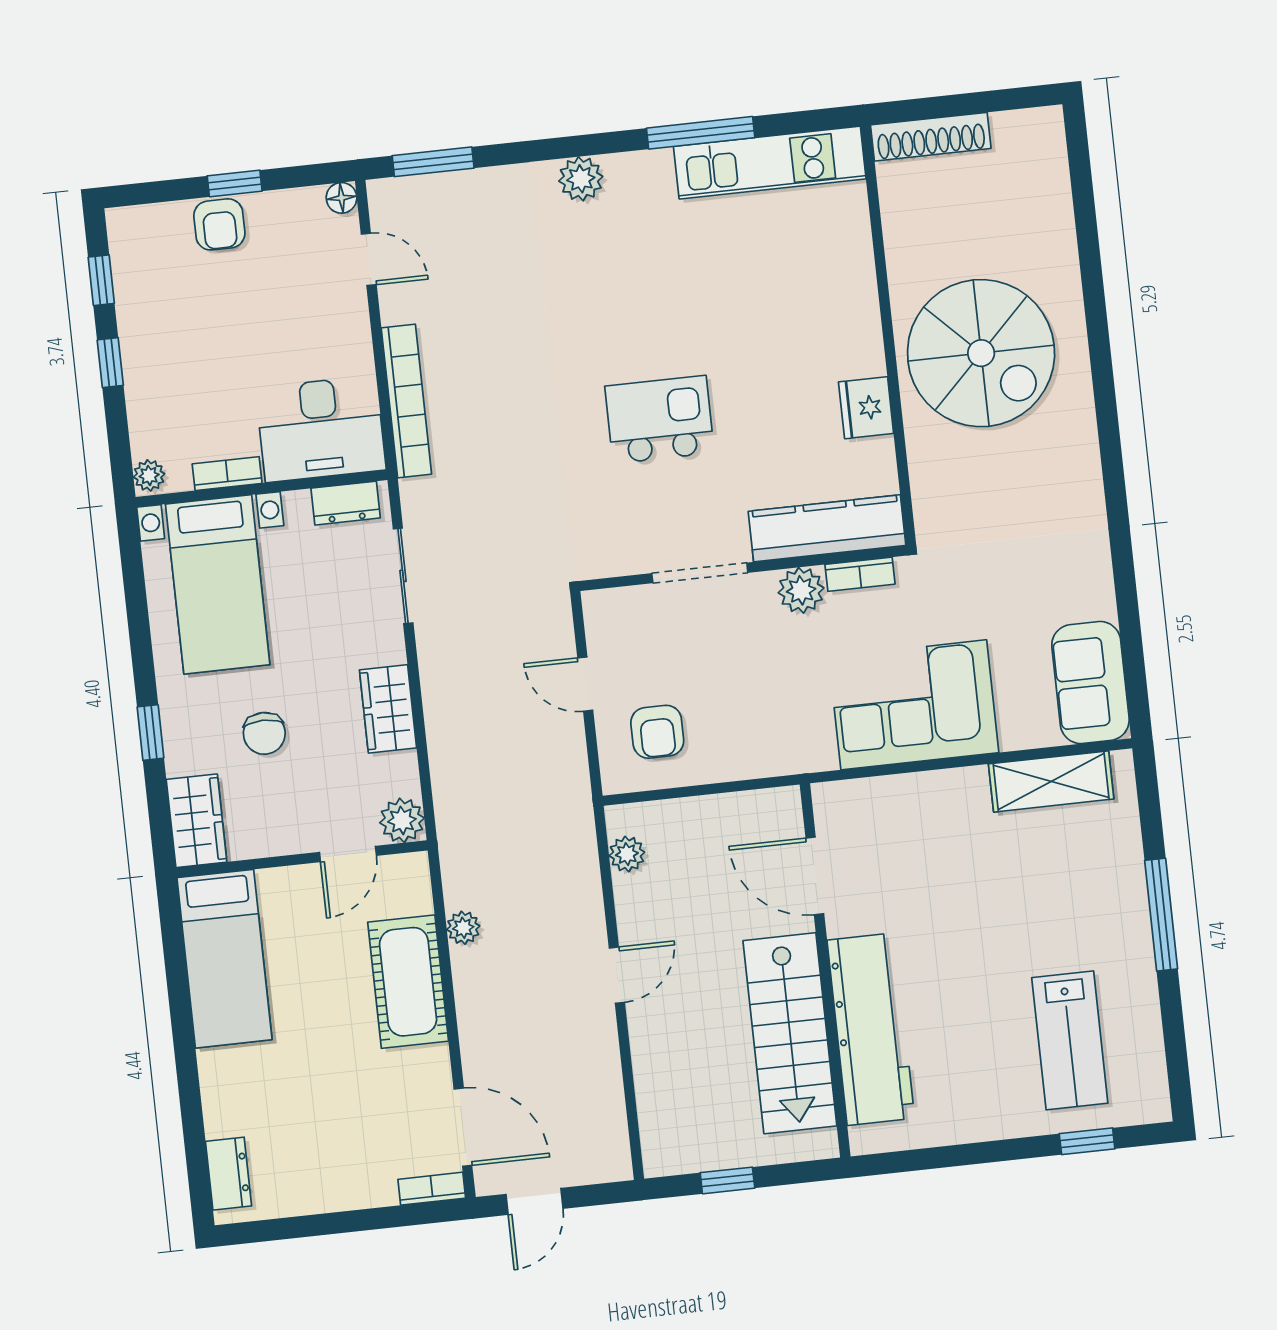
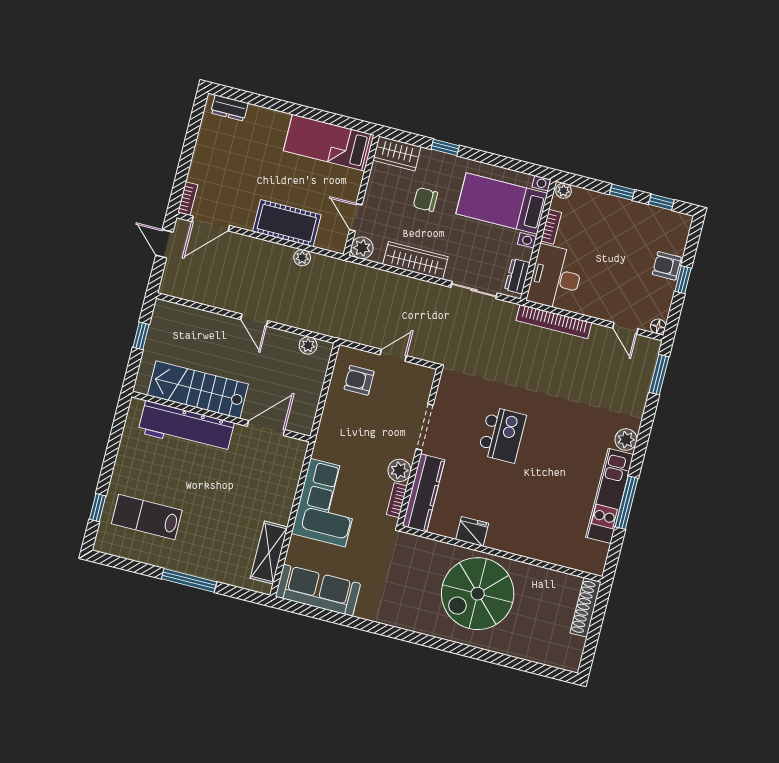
kitchen unit: (770, 163) -> (610, 496), moved
door: (369, 259) -> (625, 328), hinge flipped
sofa: (1090, 683) -> (318, 590), width x1.36
wardrobe: (388, 709) -> (415, 261), width x1.50

